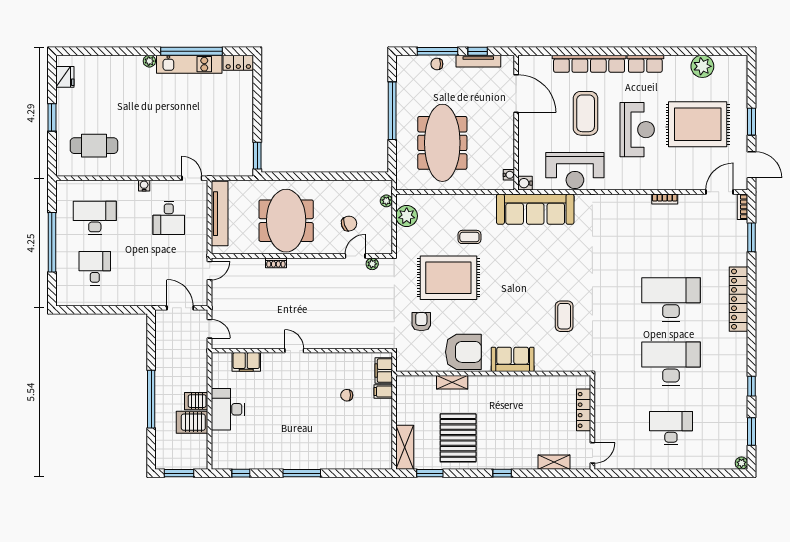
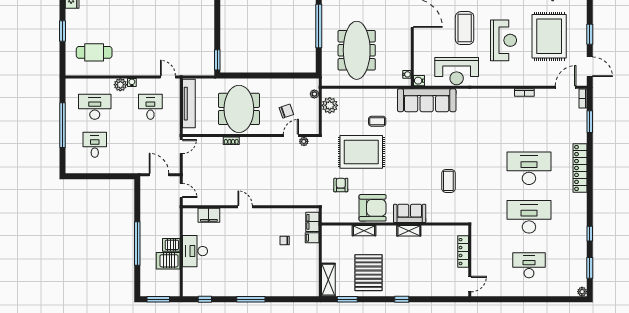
rug: (698, 124) -> (549, 36), turned 90
plant: (129, 189) -> (120, 85), added
desk: (169, 218) -> (150, 107), turned 180
shelving: (554, 462) -> (409, 231), moved

